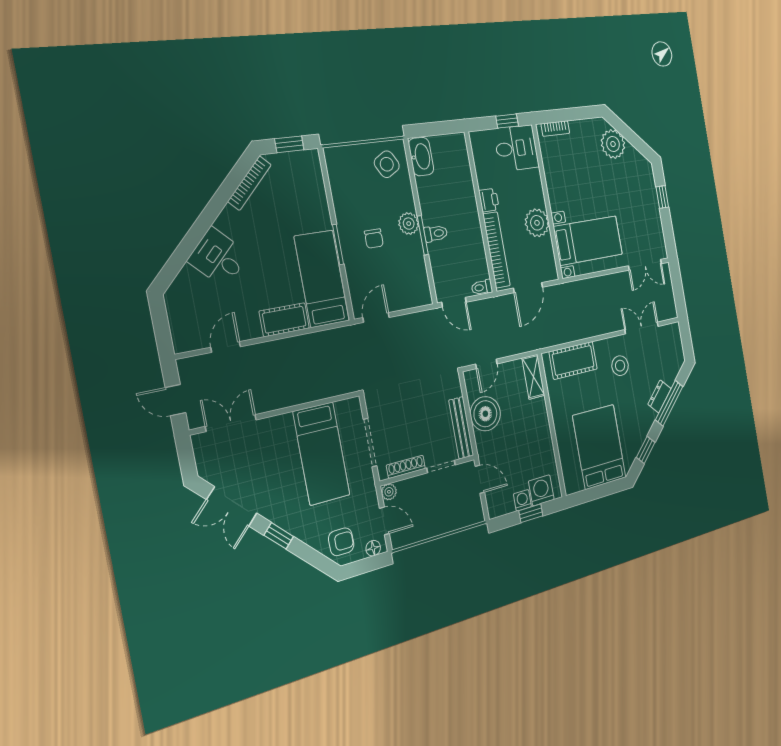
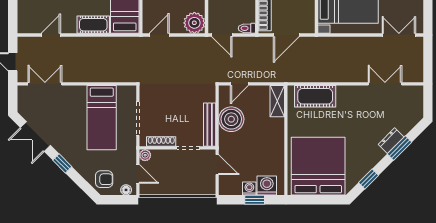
double door: (645, 265) -> (399, 35), swing flipped
plant: (417, 292) -> (194, 23), added
stool: (620, 366) -> (358, 109), removed
window: (669, 403) -> (400, 148), width x0.69
bed: (599, 447) -> (318, 166), width x1.36

